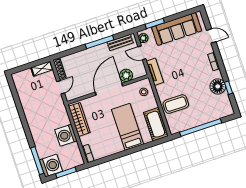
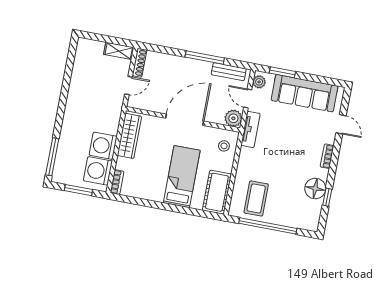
plant: (126, 75) -> (233, 118), moved
coffee table: (176, 104) -> (256, 198), moved, turned 90
washing machine: (51, 166) -> (98, 171), moved, turned 180

